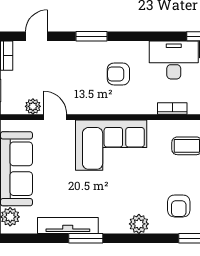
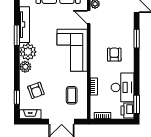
door: (55, 117) -> (89, 17), swing flipped
armchair: (179, 206) -> (36, 90), turned -110
plant: (114, 220) -> (28, 52), added

